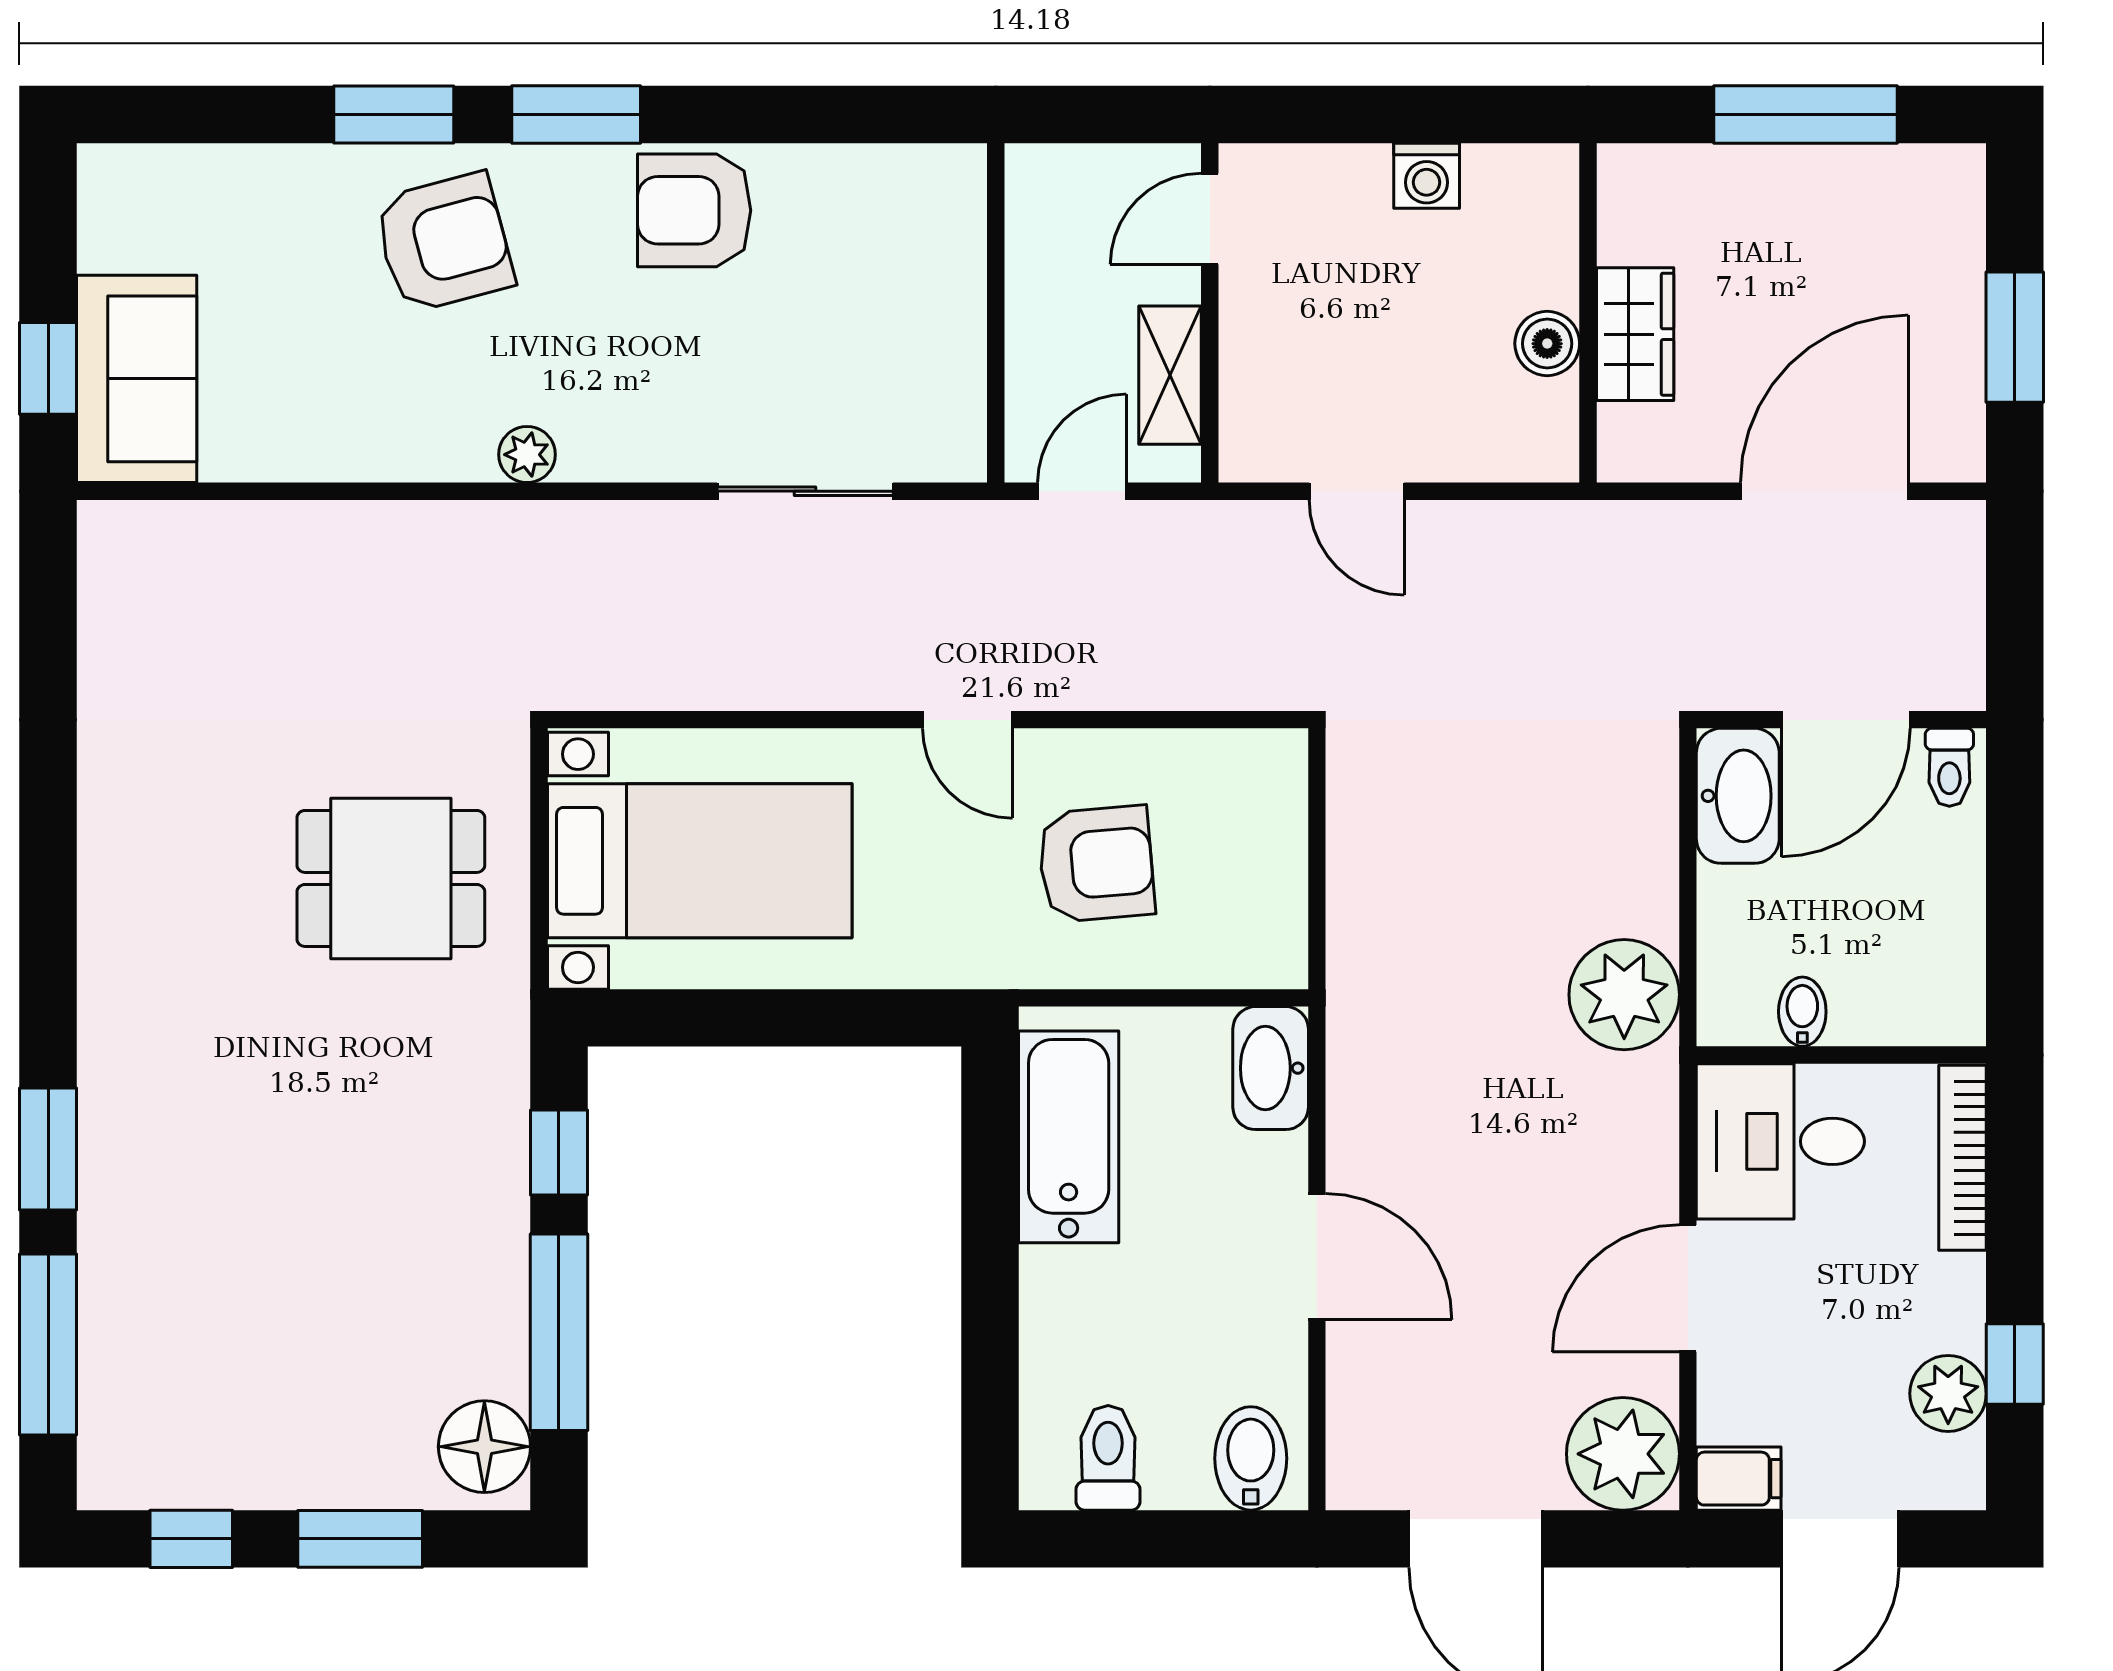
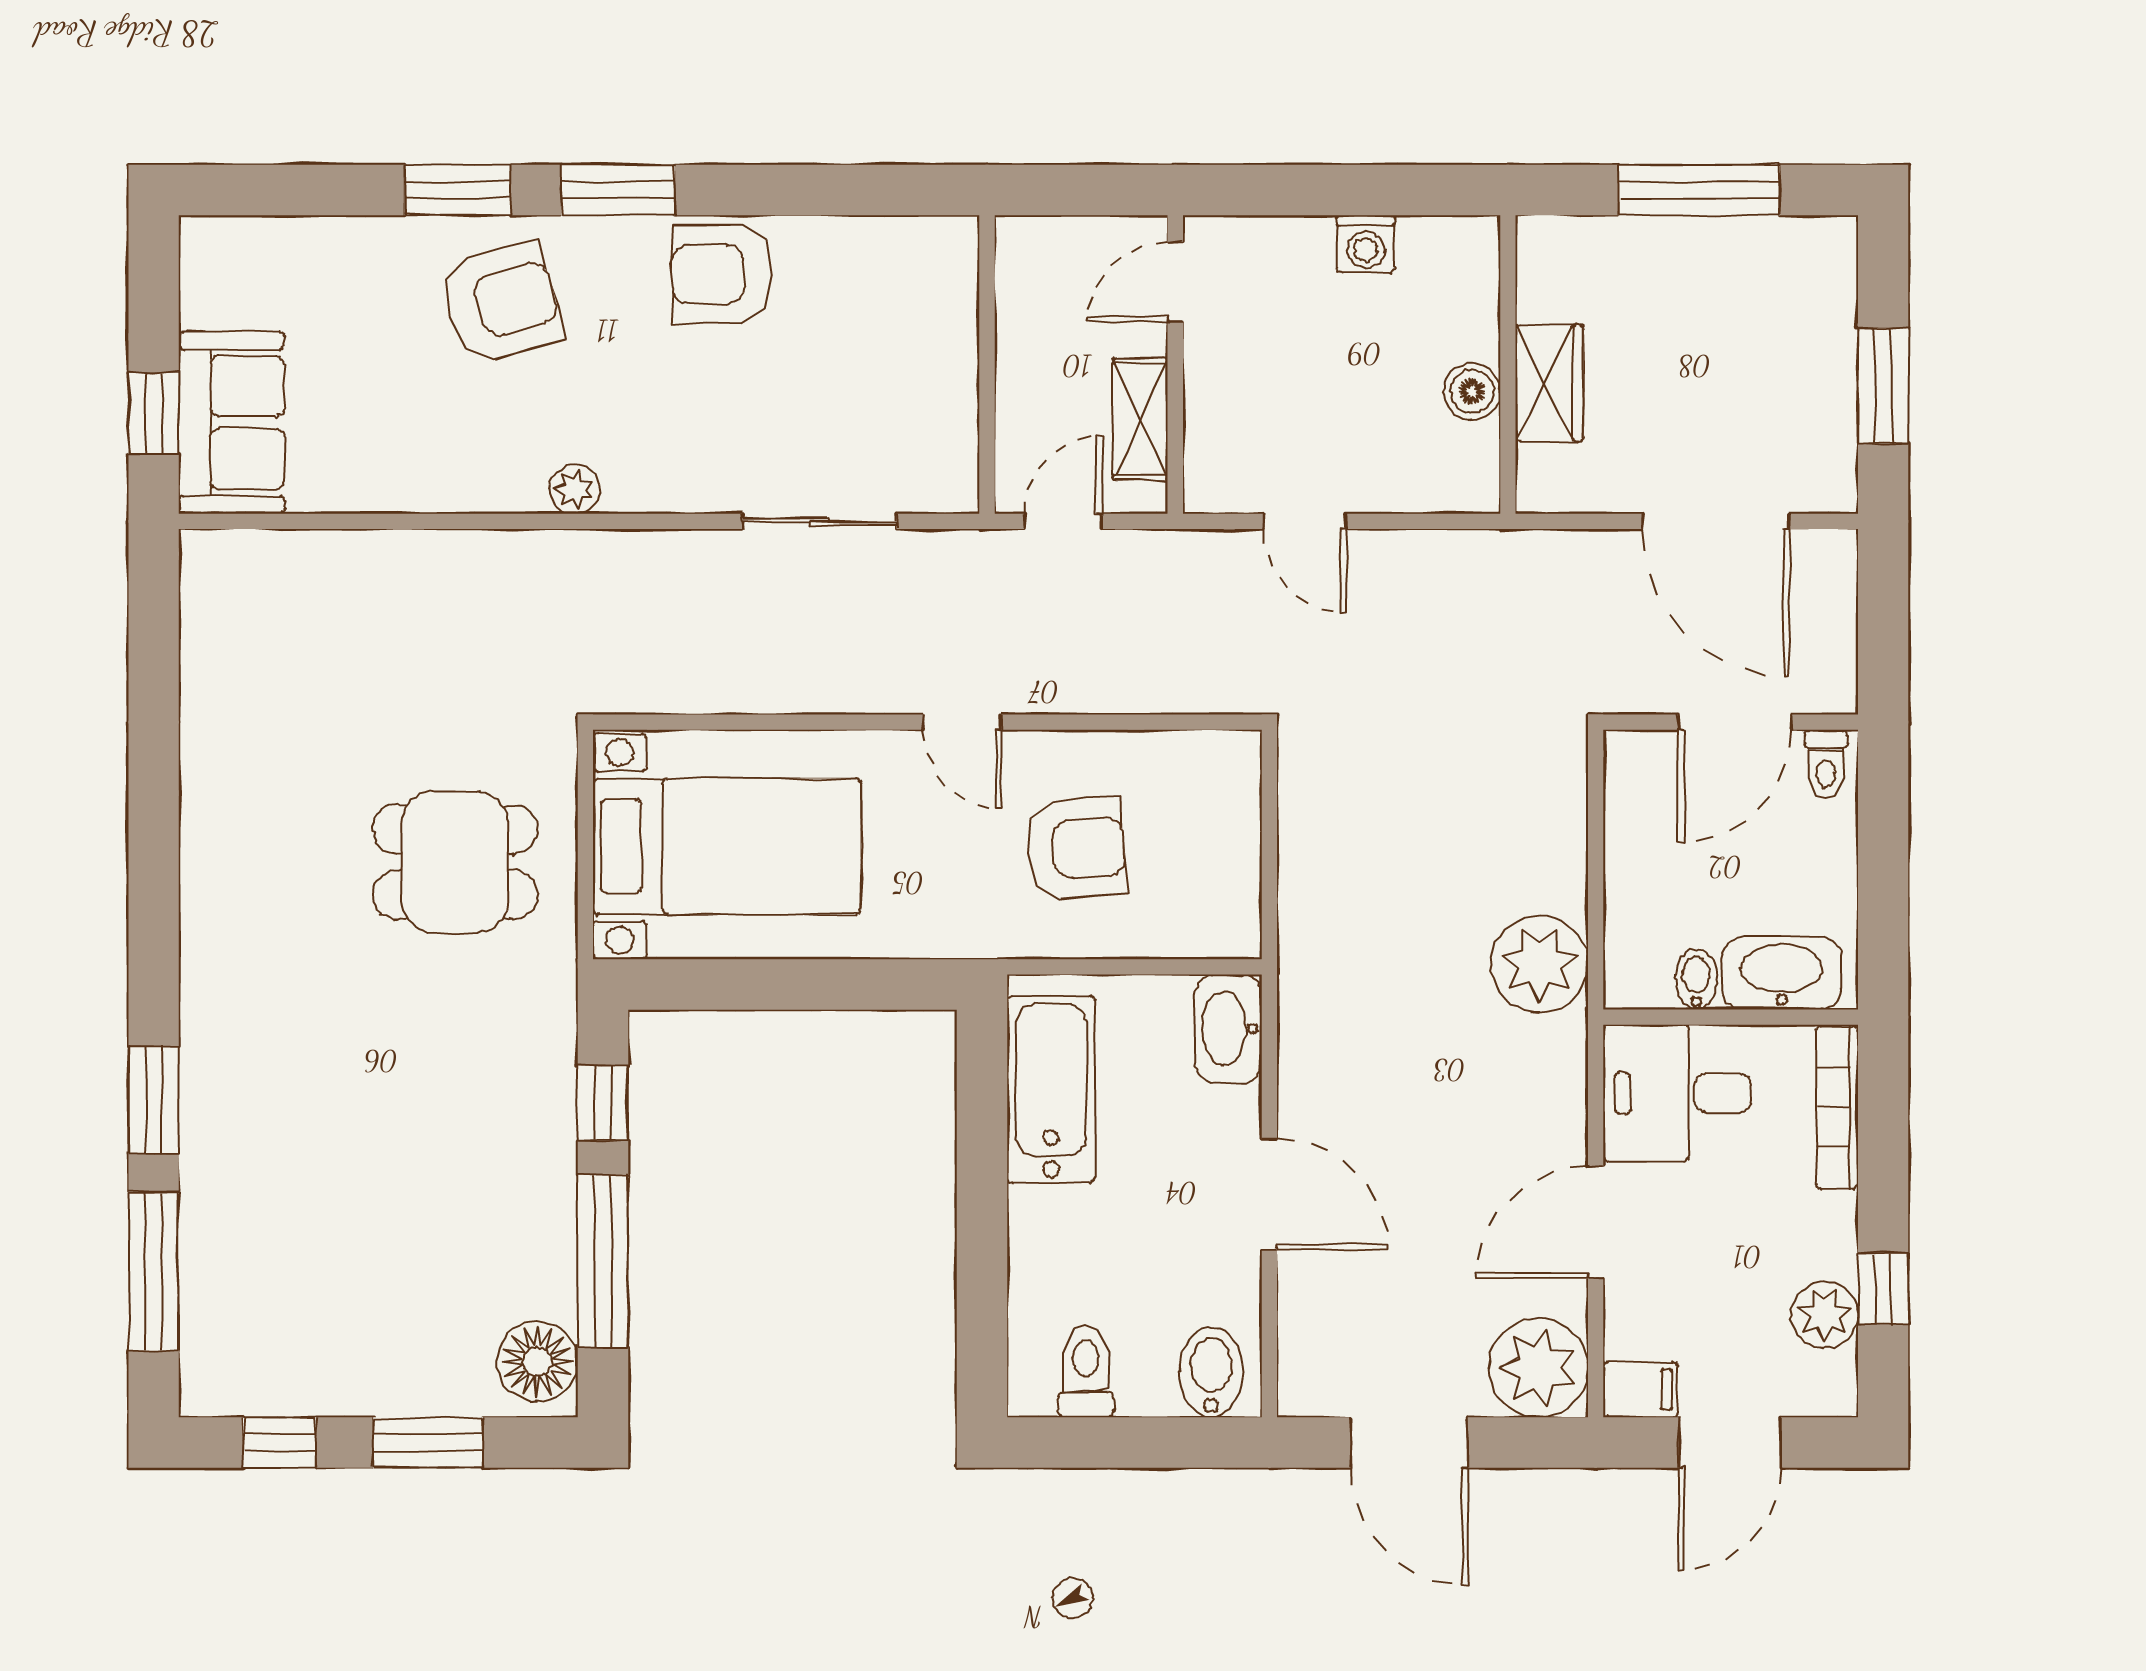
door: (1824, 491) -> (1716, 521), swing flipped
washbasin: (1738, 796) -> (1782, 973), moved, turned -90

